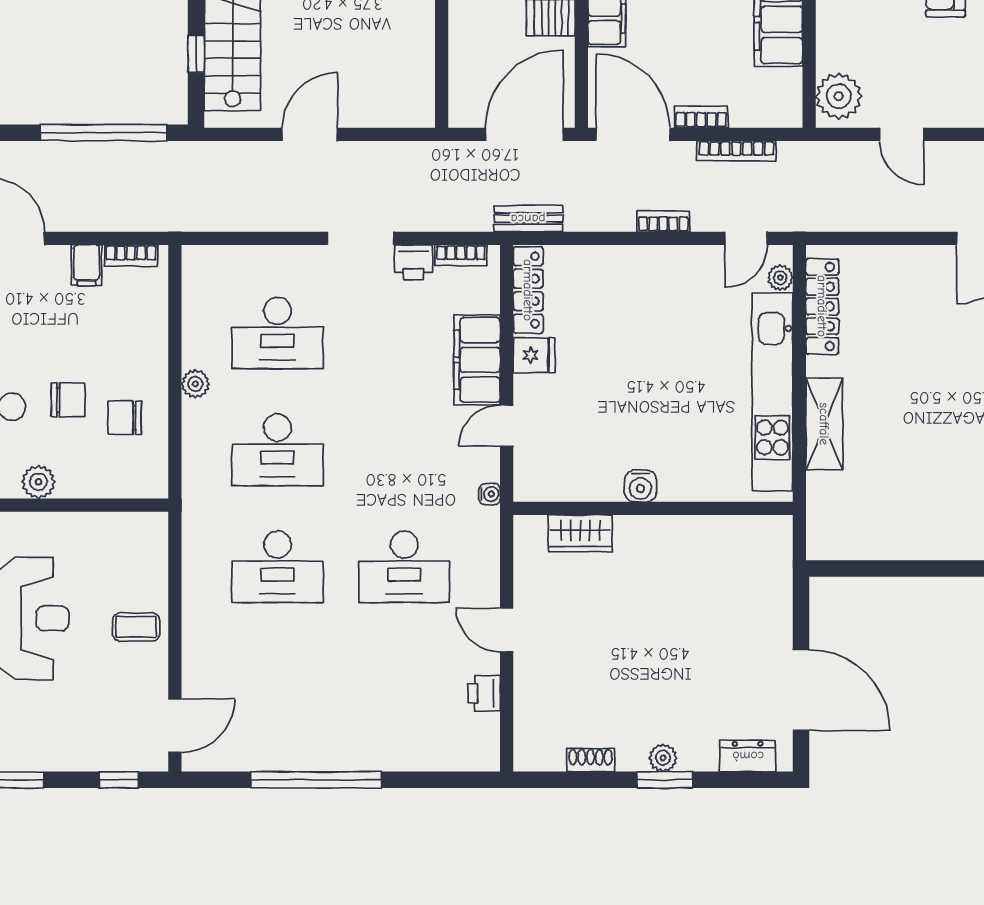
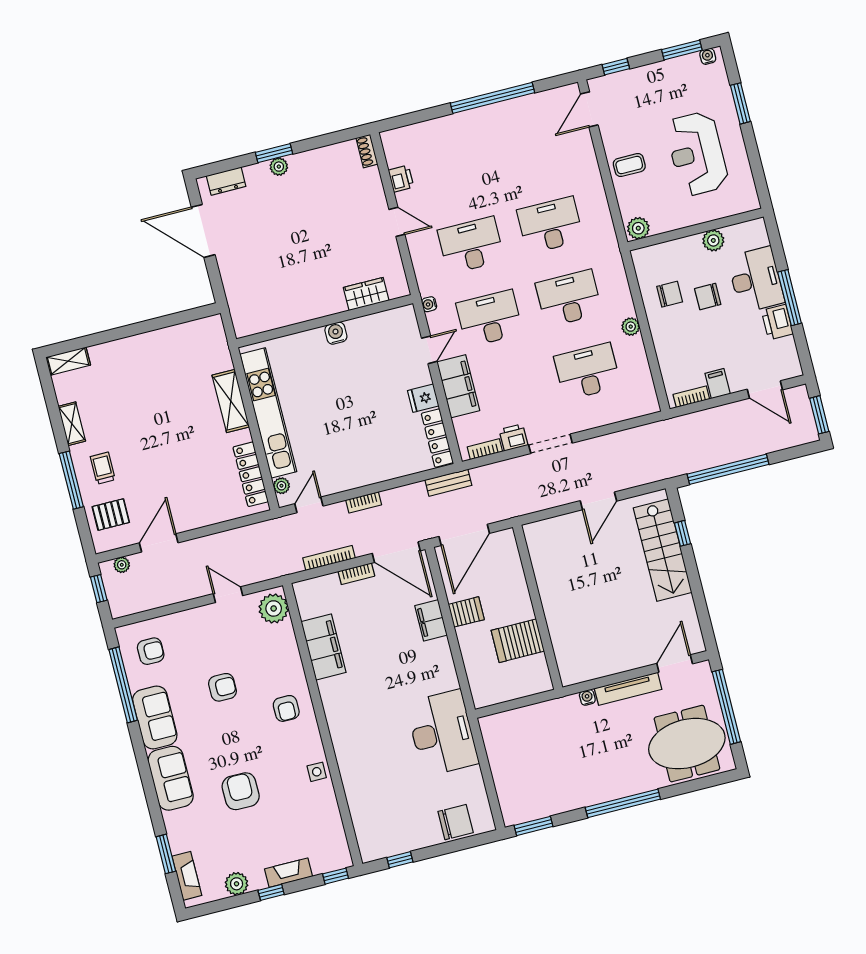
desk: (404, 450) -> (490, 318), added
plant: (147, 529) -> (638, 228), added
shoe rack: (591, 760) -> (367, 151), moved, turned 90

